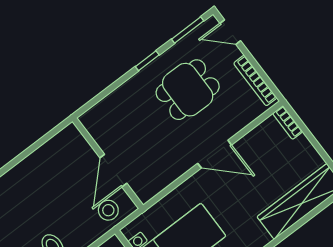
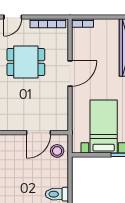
dining table: (188, 90) -> (26, 62), turned 90
door: (113, 171) -> (38, 133), hinge flipped

